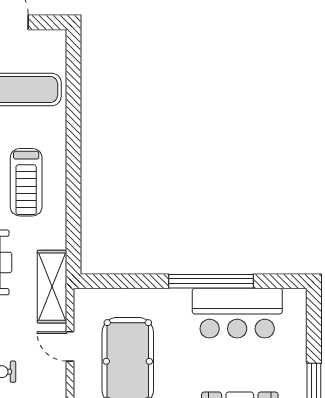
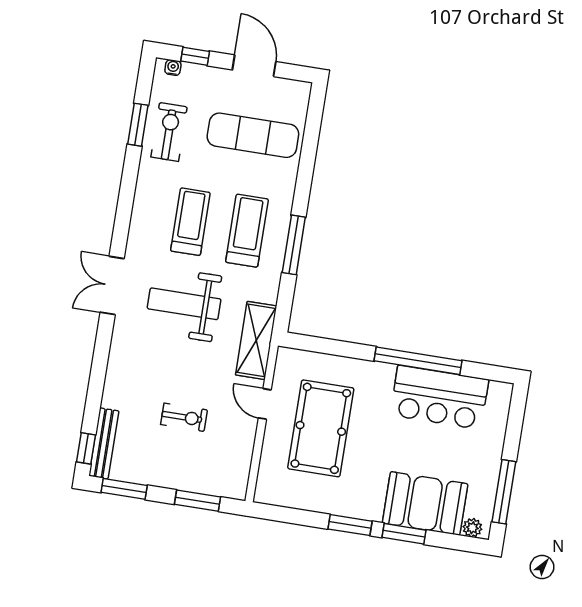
treadmill: (26, 182) -> (247, 231), turned 180
window: (73, 189) -> (294, 245), added

